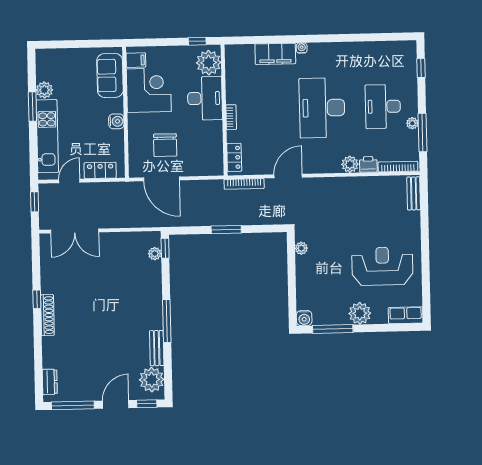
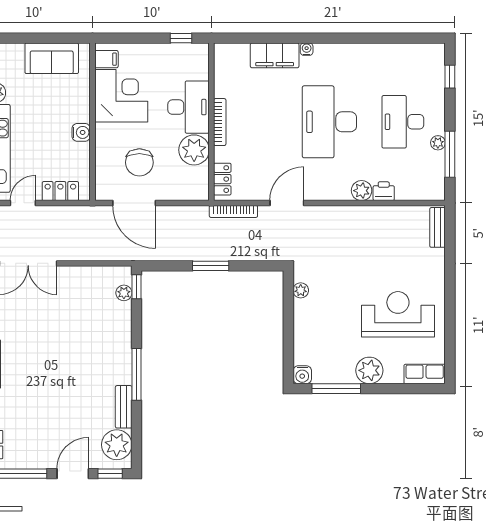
plant: (209, 63) -> (194, 150), moved
sofa: (110, 75) -> (52, 58), moved, turned -90
bookcase: (231, 117) -> (220, 122), width x1.56
bookcase: (398, 167) -> (419, 195), removed

